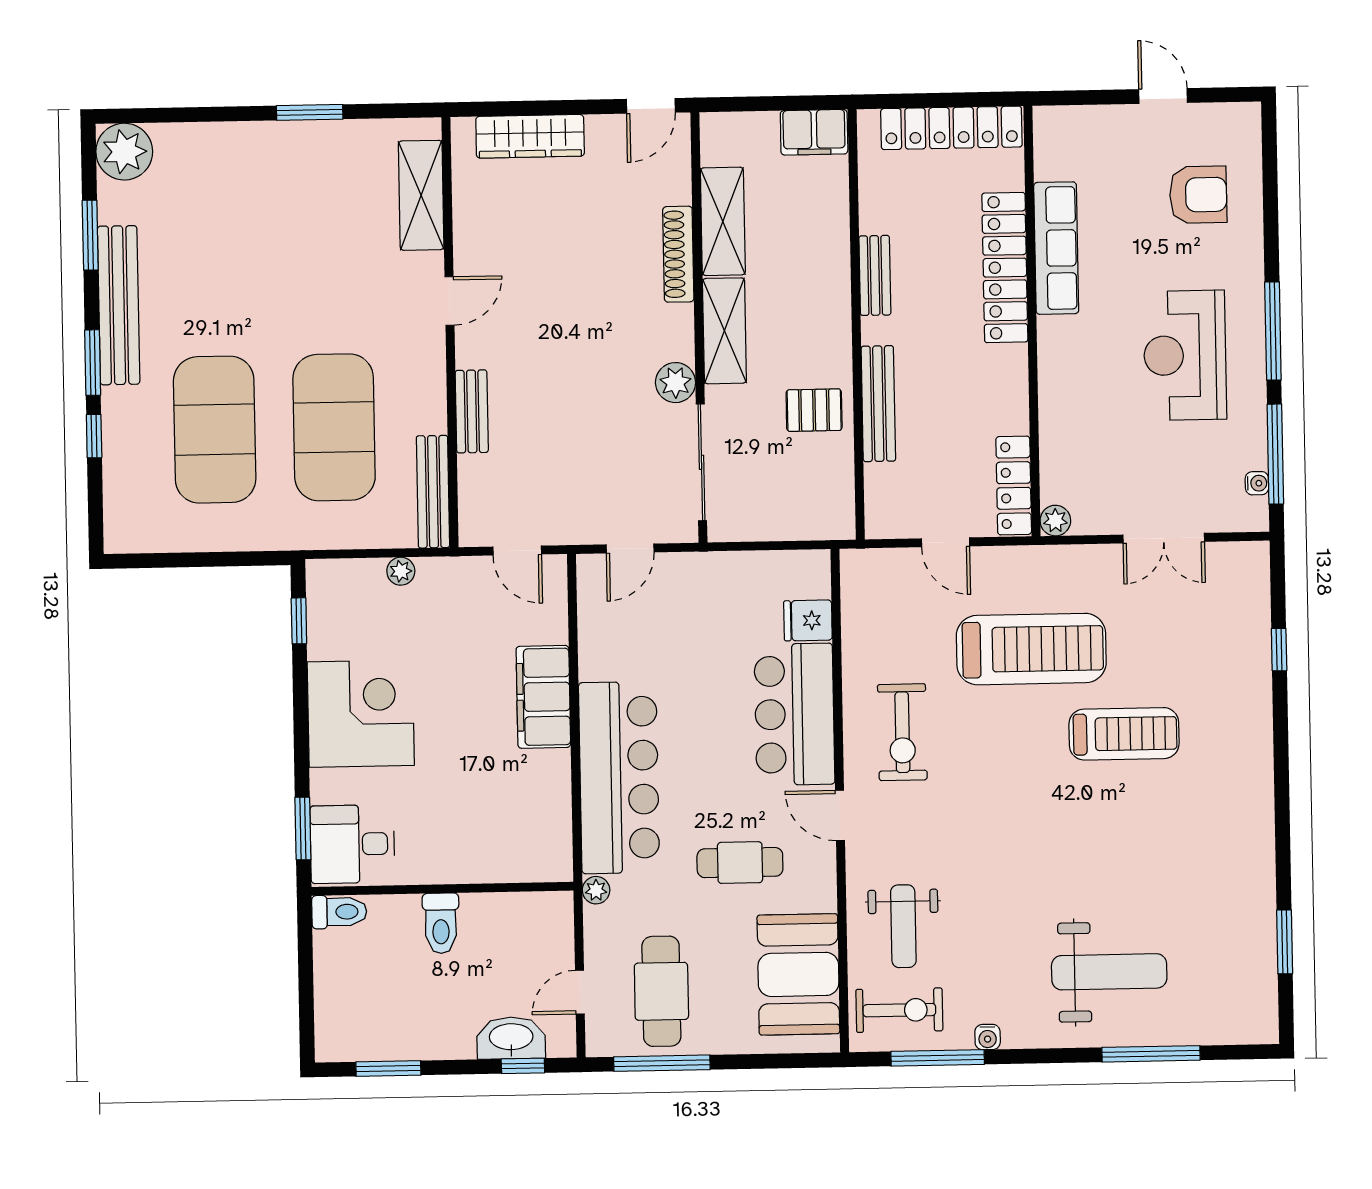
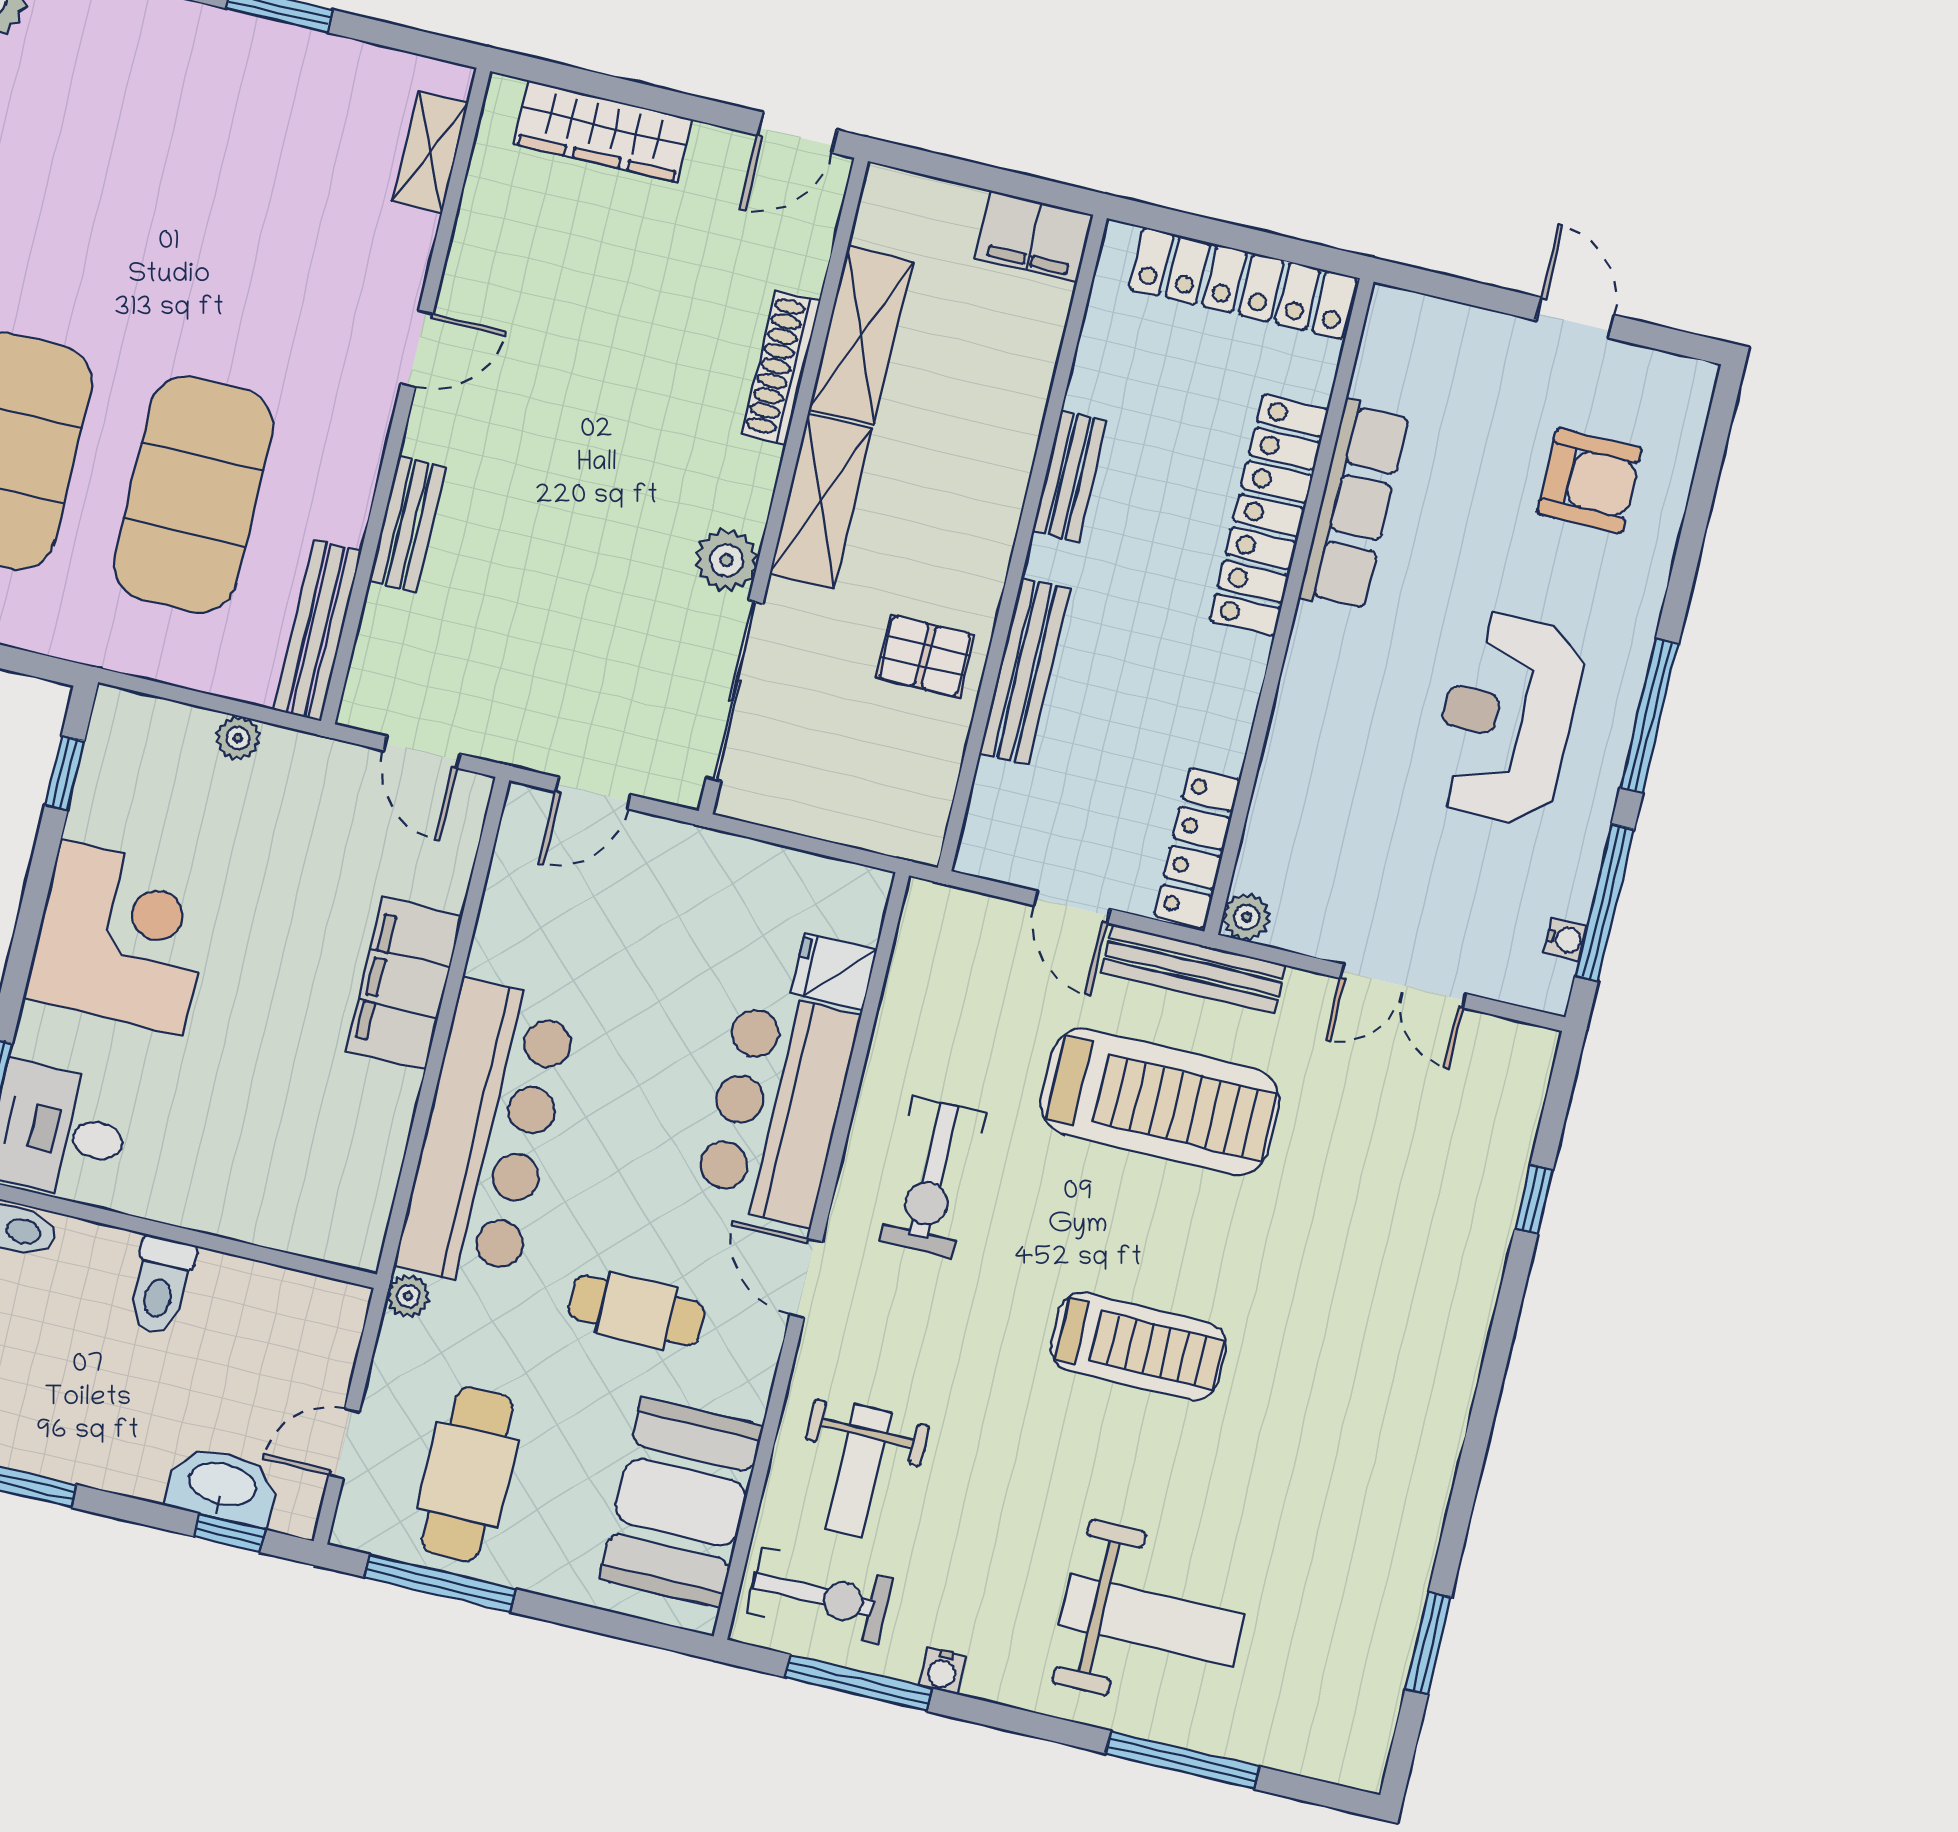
shelving: (421, 195) -> (430, 152), width x0.67, depth x0.75
bench: (1031, 561) -> (1193, 969), added
treadmill: (1124, 734) -> (1139, 1346), moved

